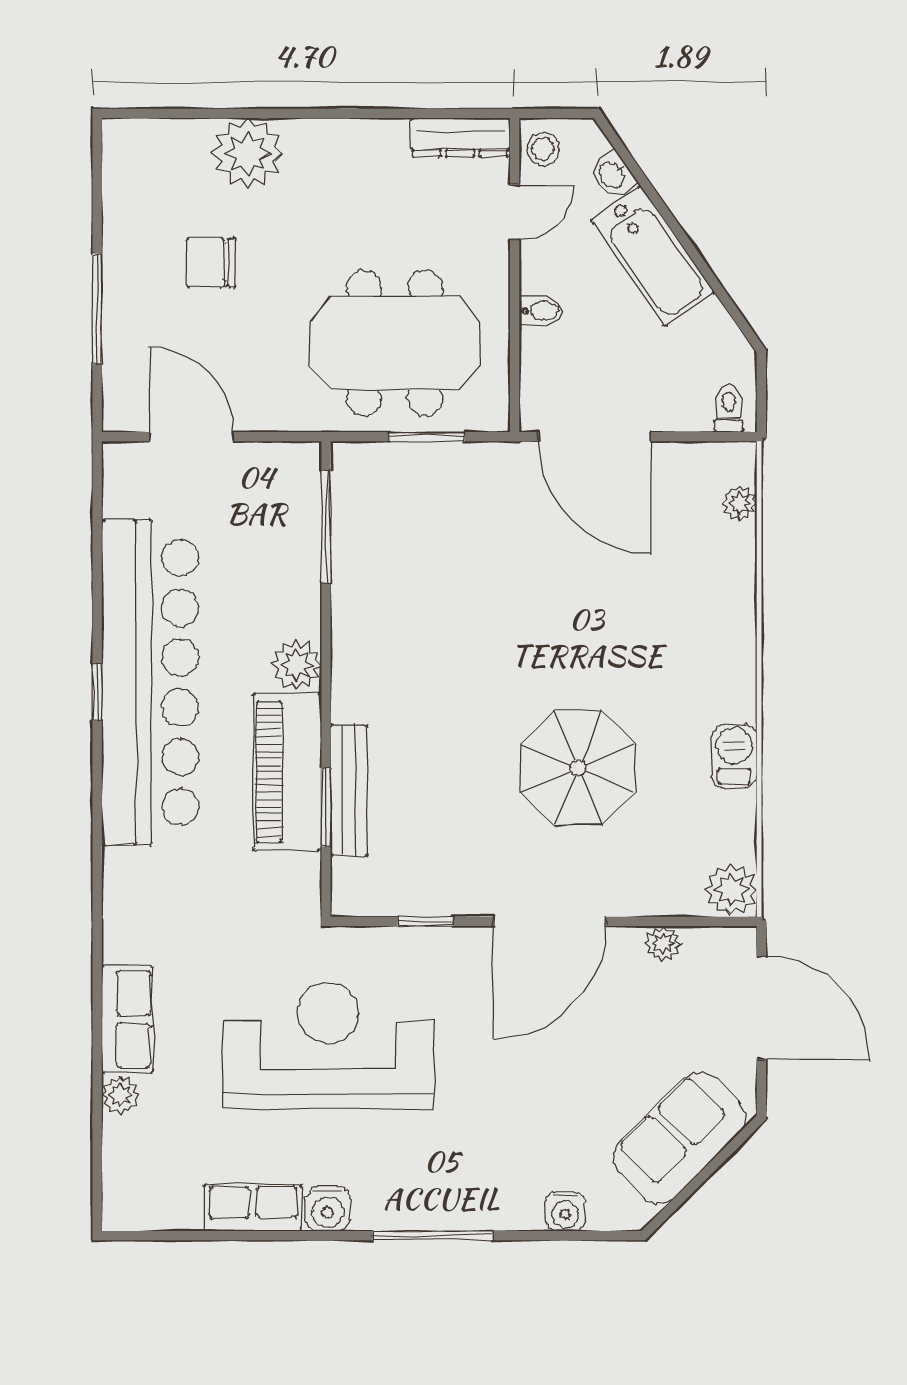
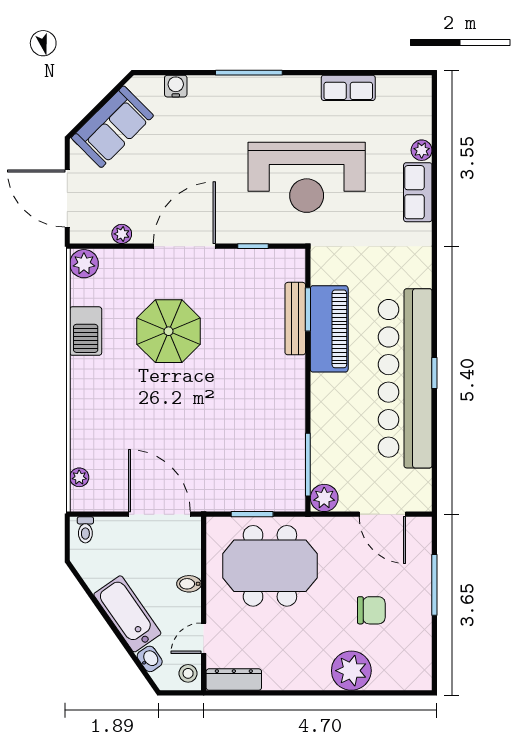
plant: (297, 665) -> (324, 498), moved
barbecue: (734, 756) -> (86, 331), width x1.38, depth x1.27
water cooler: (328, 1209) -> (307, 87), removed

